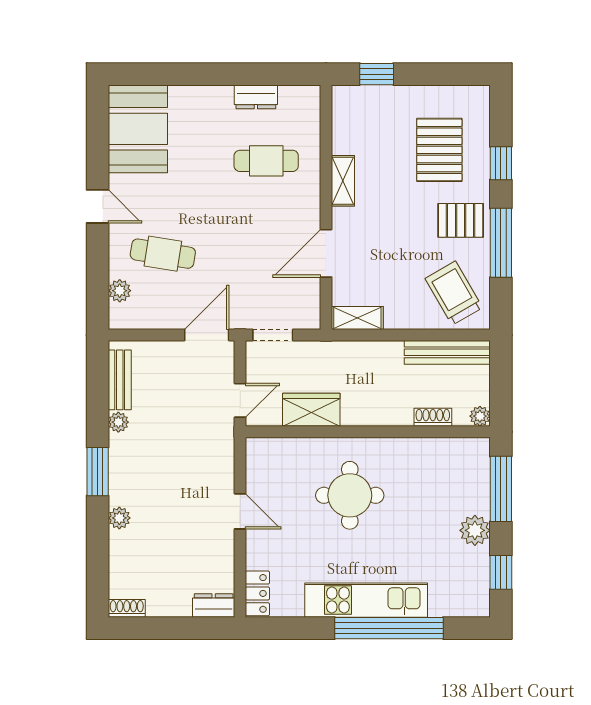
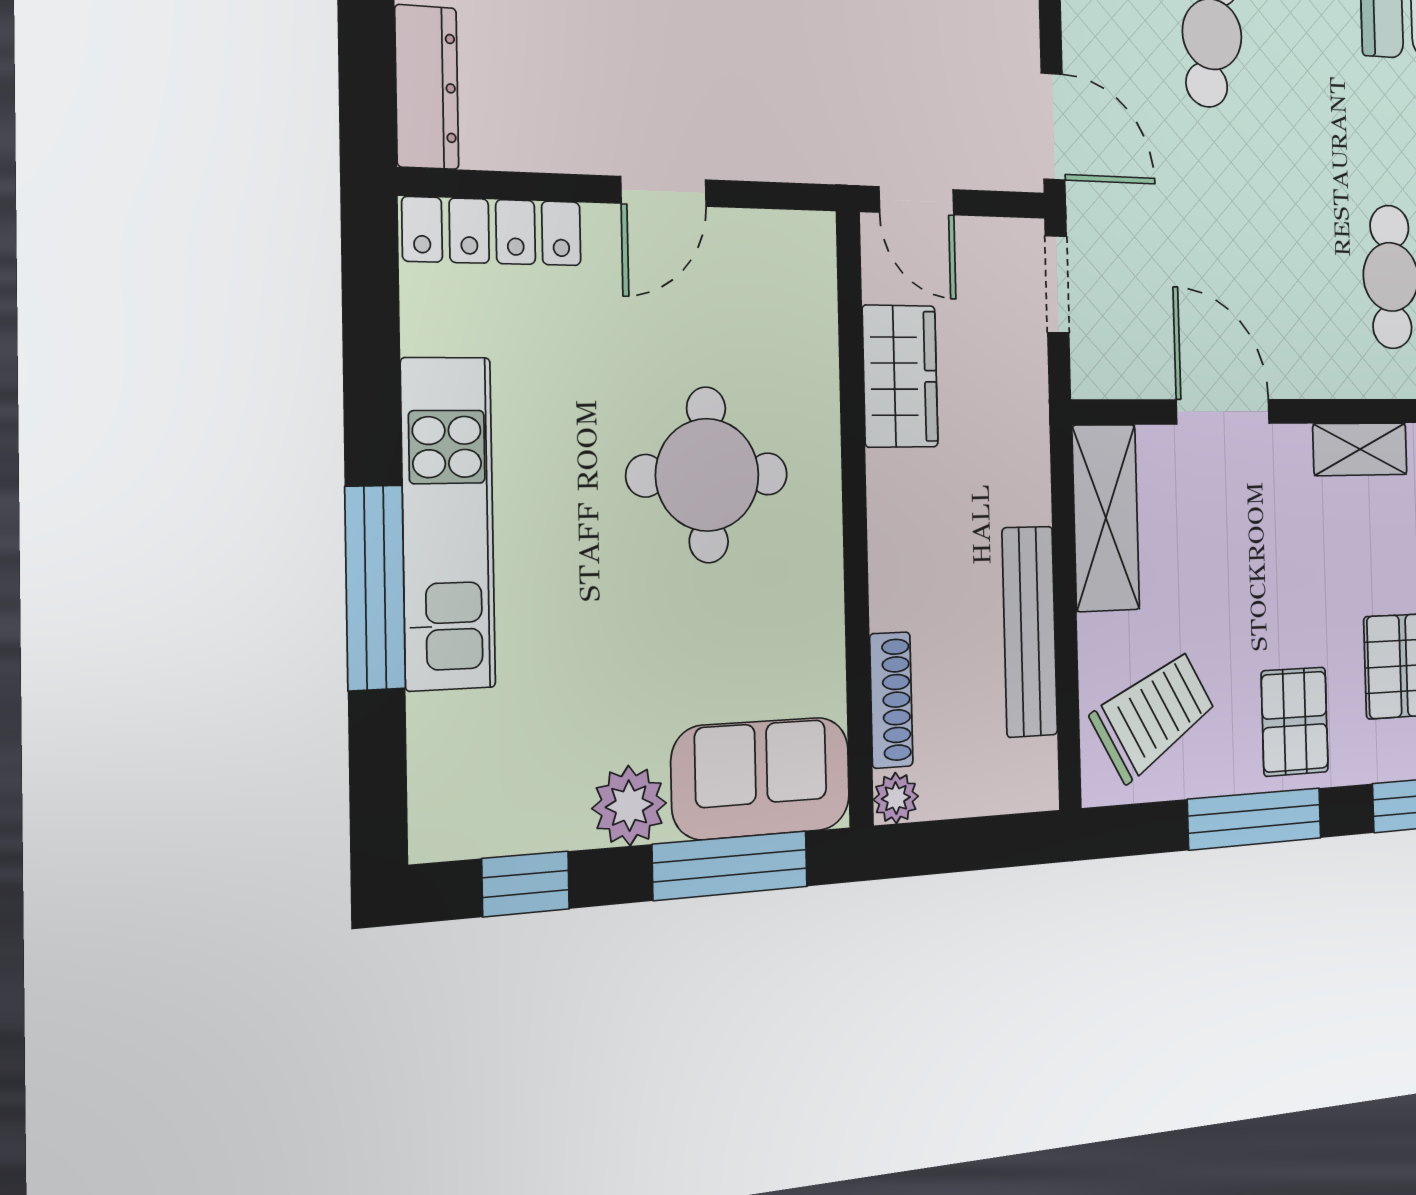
shelving: (357, 318) -> (1106, 518), width x1.50, depth x1.33
bench: (447, 352) -> (1030, 631), moved
shoe rack: (433, 417) -> (891, 700), width x1.43
sofa: (468, 475) -> (761, 778), added
locker: (257, 593) -> (492, 231), width x1.53
dresser: (214, 605) -> (427, 87), width x1.44
window: (389, 628) -> (375, 588), width x0.68

